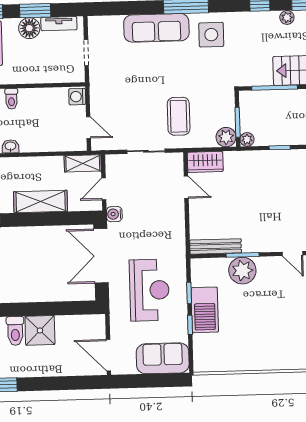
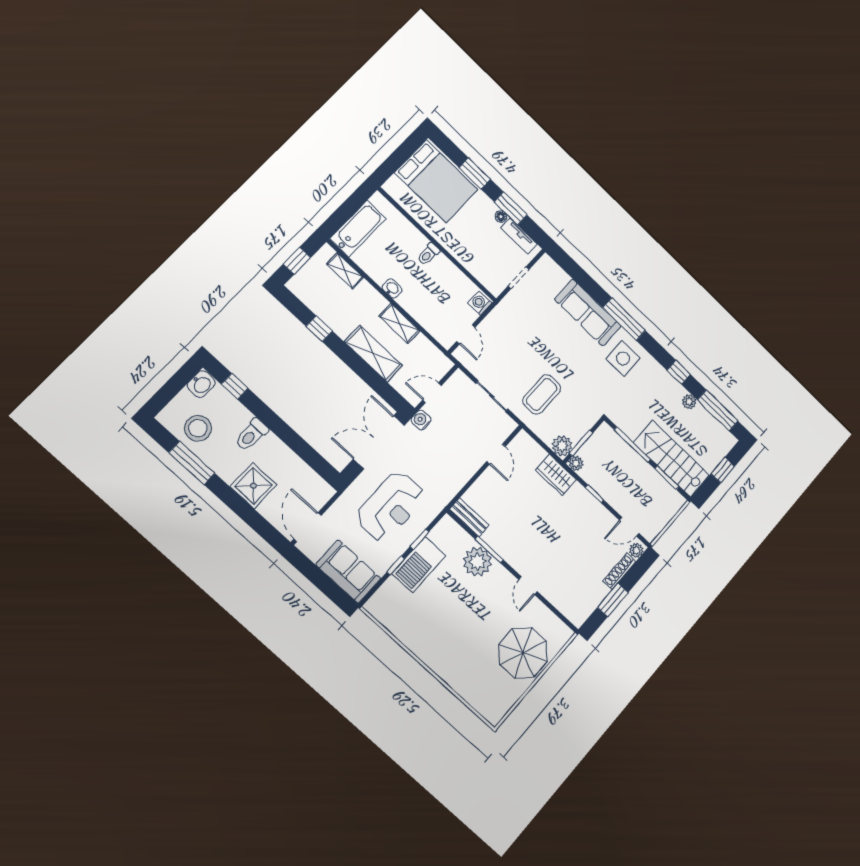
floor lamp: (29, 28) -> (501, 217), width x0.53, depth x0.53
wardrobe: (205, 162) -> (556, 475), moved
shelving: (83, 163) -> (399, 323), moved
bench: (216, 246) -> (469, 517), width x0.73
shower: (40, 330) -> (253, 486), moved

